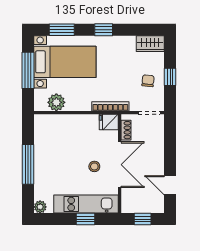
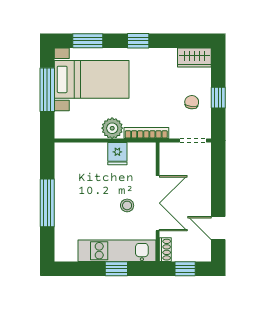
plant: (56, 102) -> (112, 128), moved
fridge: (109, 122) -> (117, 154), moved, turned -90
shoe rack: (126, 130) -> (165, 250), moved
plant: (40, 207) -> (62, 254), removed

